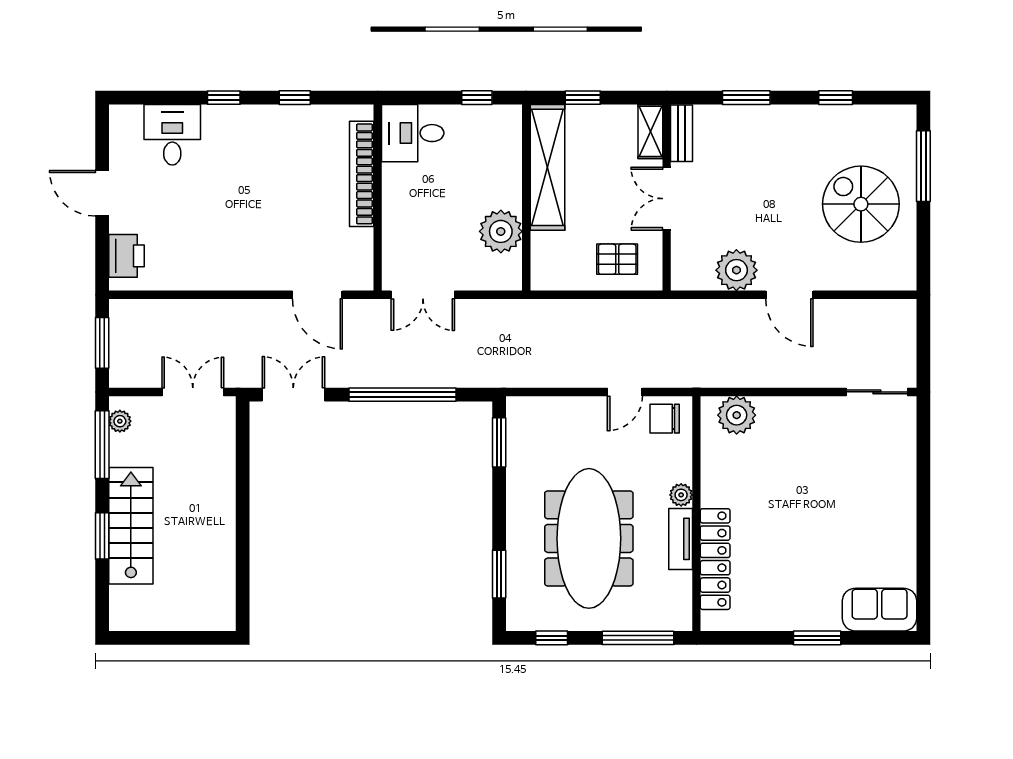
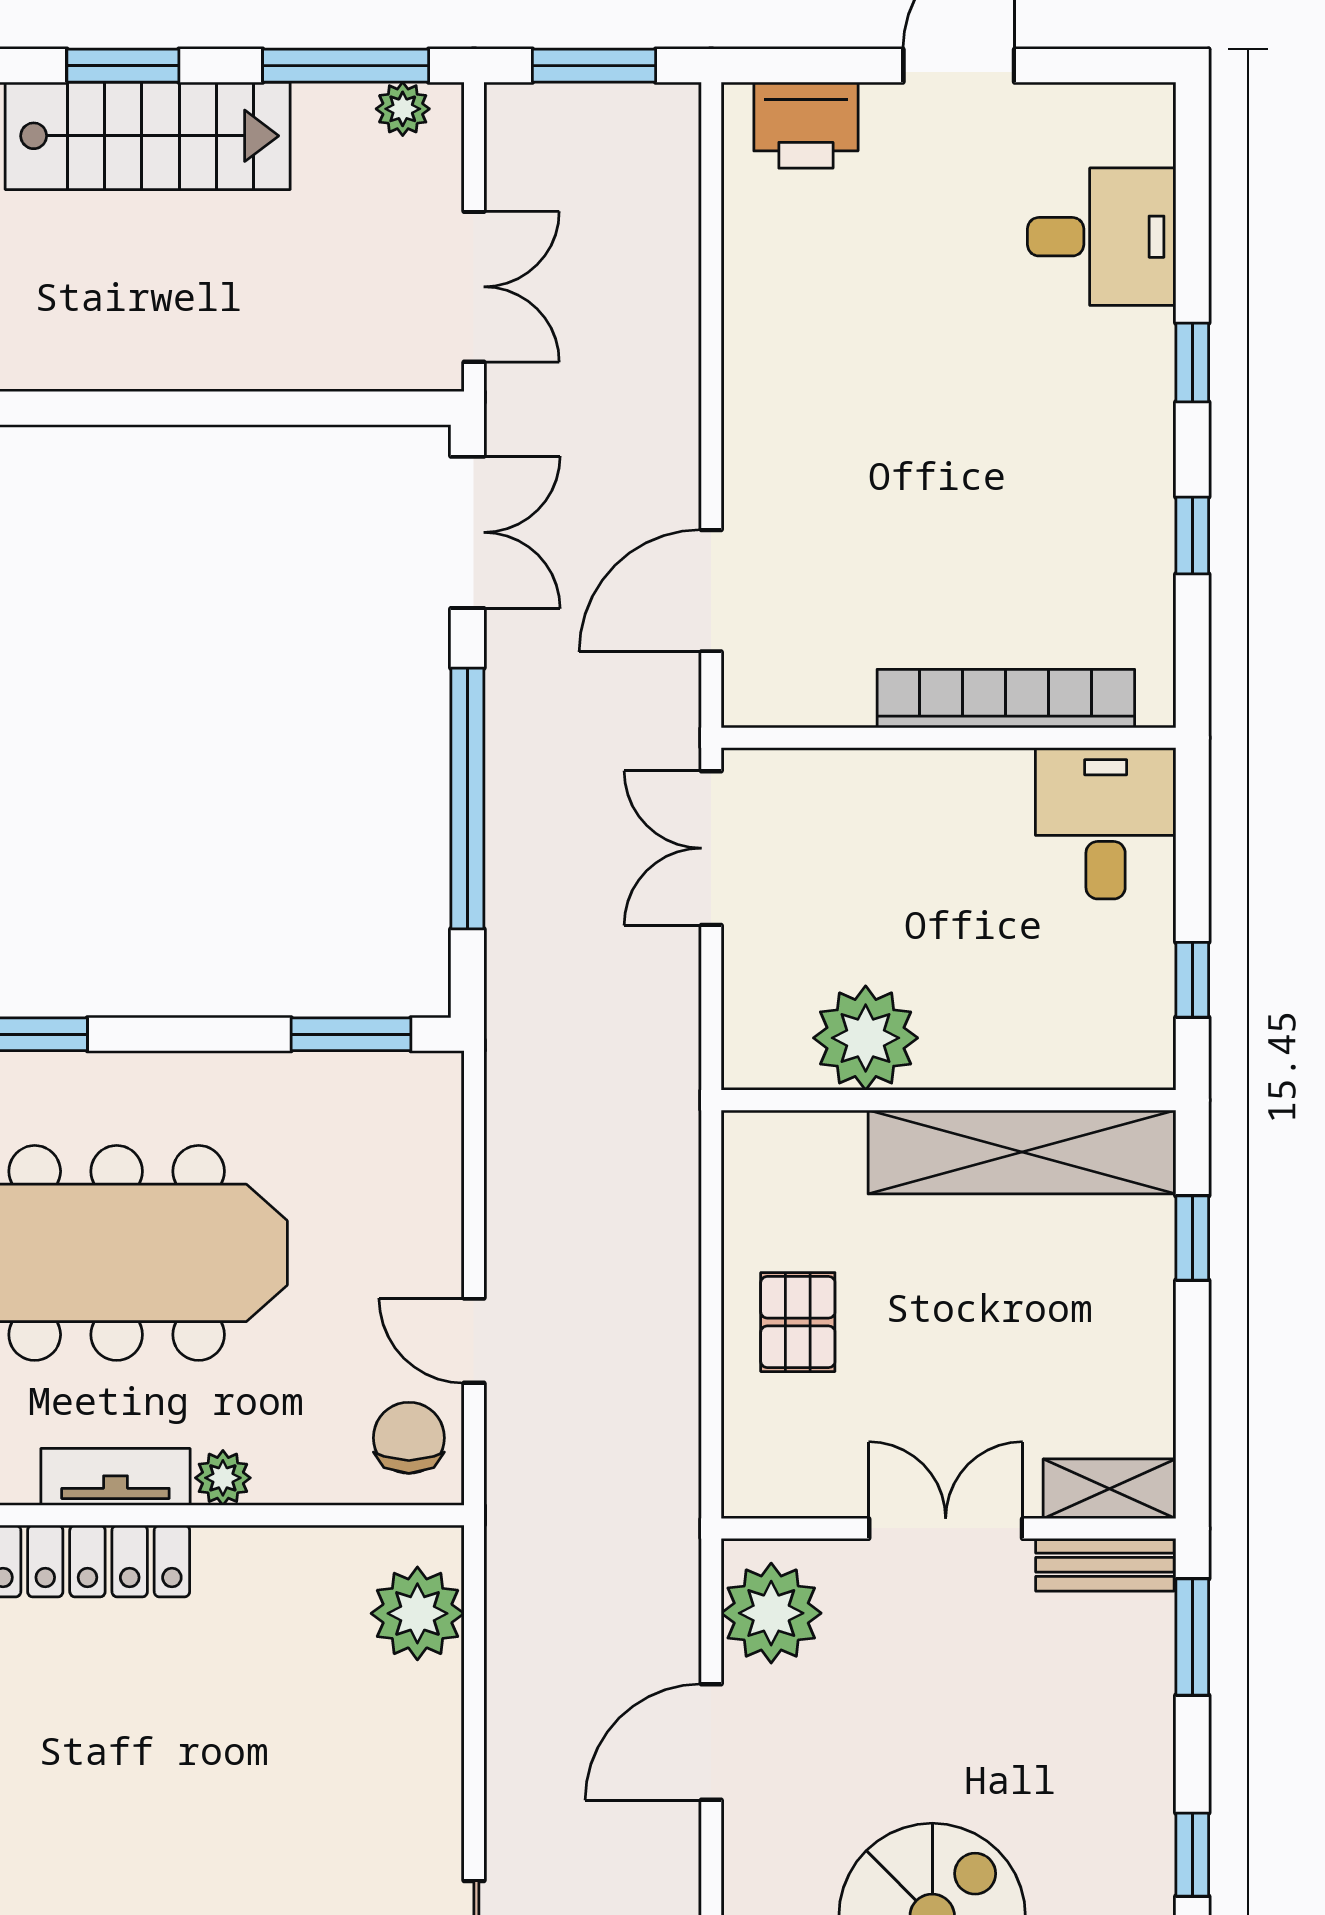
shelving: (650, 131) -> (1109, 1489), moved
bench: (682, 133) -> (1105, 1565), moved
wall: (667, 197) -> (948, 1528), moved
double door: (667, 199) -> (946, 1528), moved

